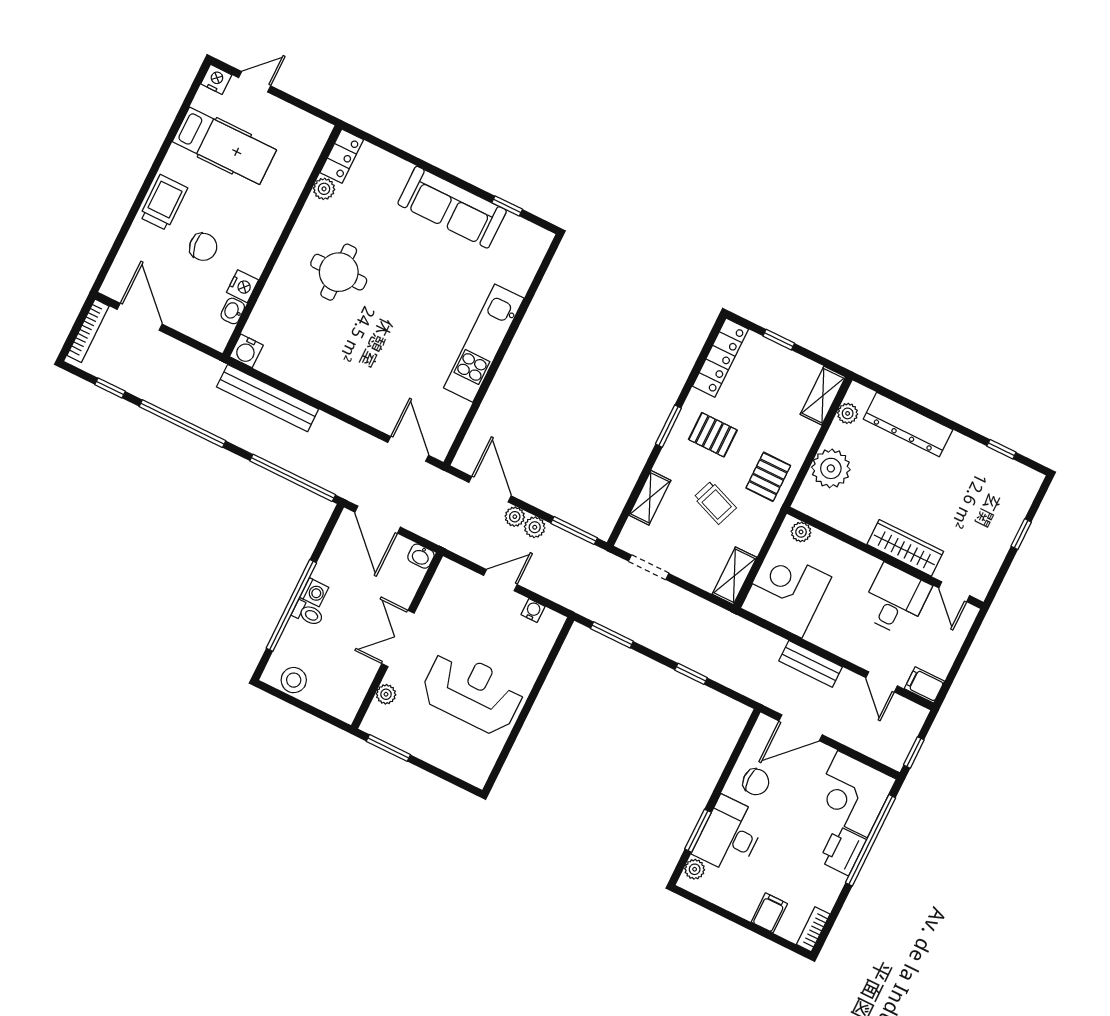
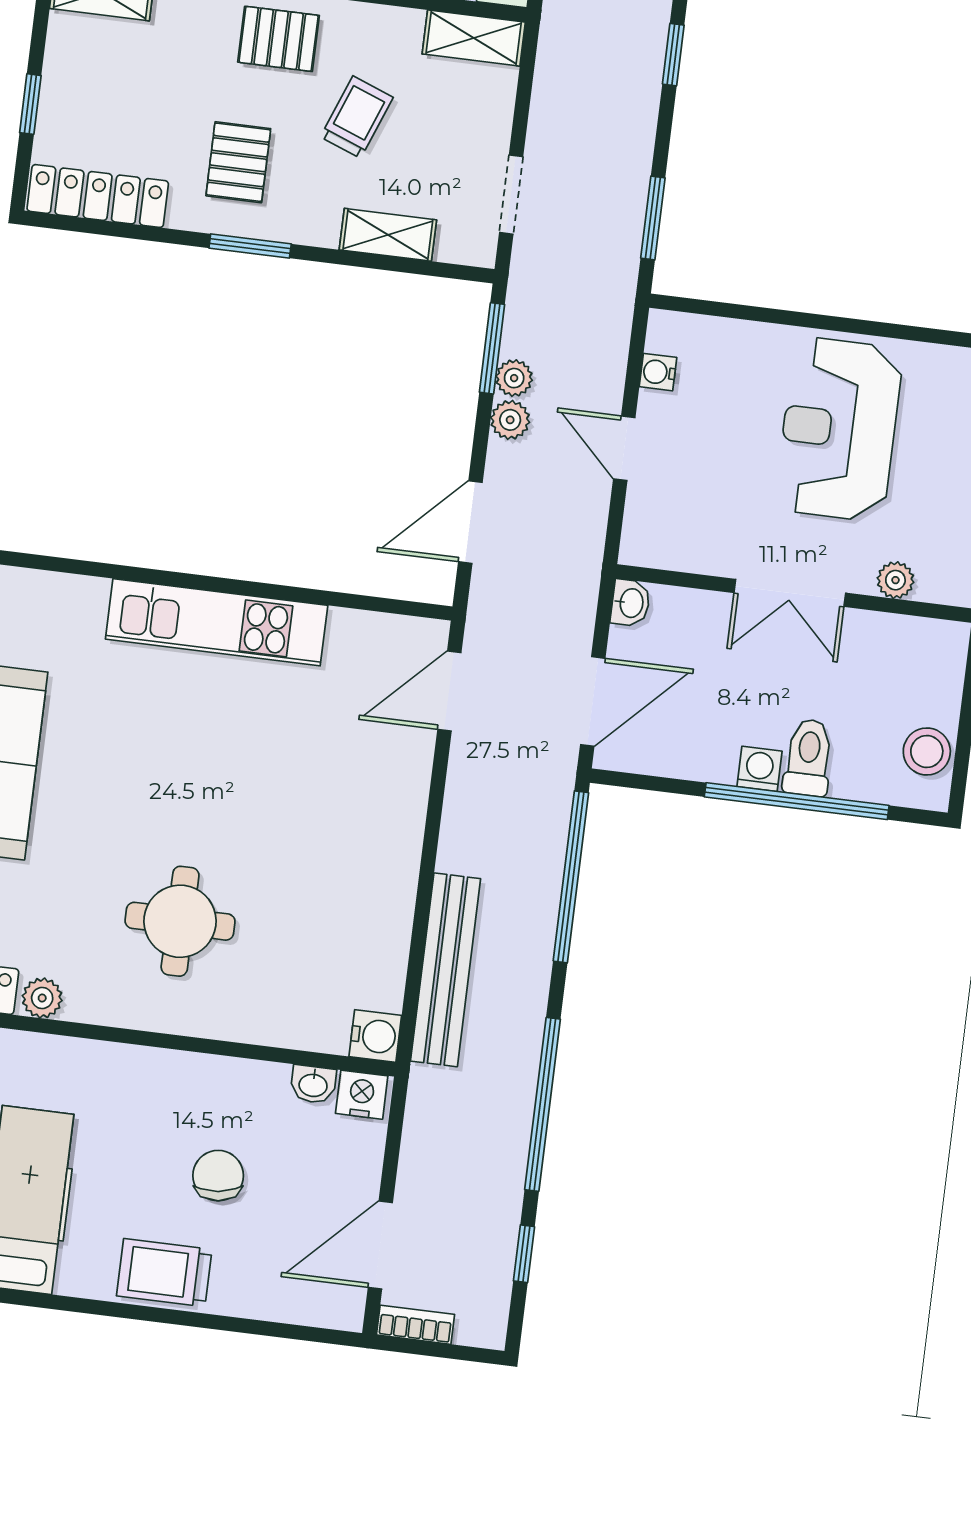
nightstand: (242, 286) -> (362, 1095), moved
bookcase: (88, 331) -> (415, 1325), width x0.64
plant: (515, 517) -> (514, 378), moved
toilet: (308, 614) -> (808, 758), width x1.37, depth x1.39

